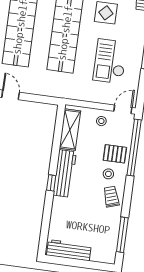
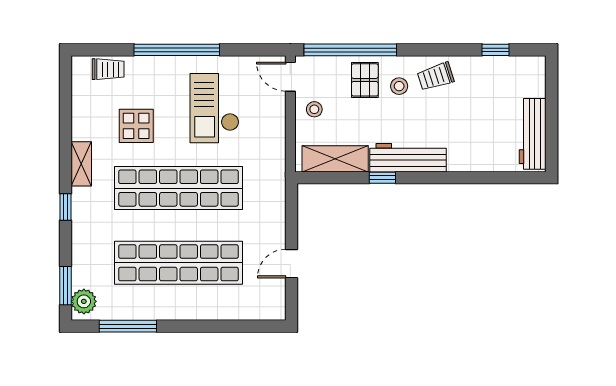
checkout: (110, 61) -> (214, 108), turned 90
window: (51, 183) -> (382, 178), moved
window: (122, 235) -> (496, 50), width x0.46

